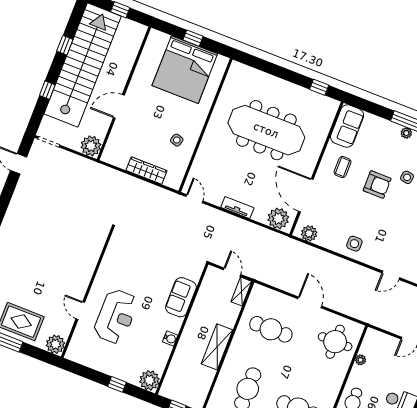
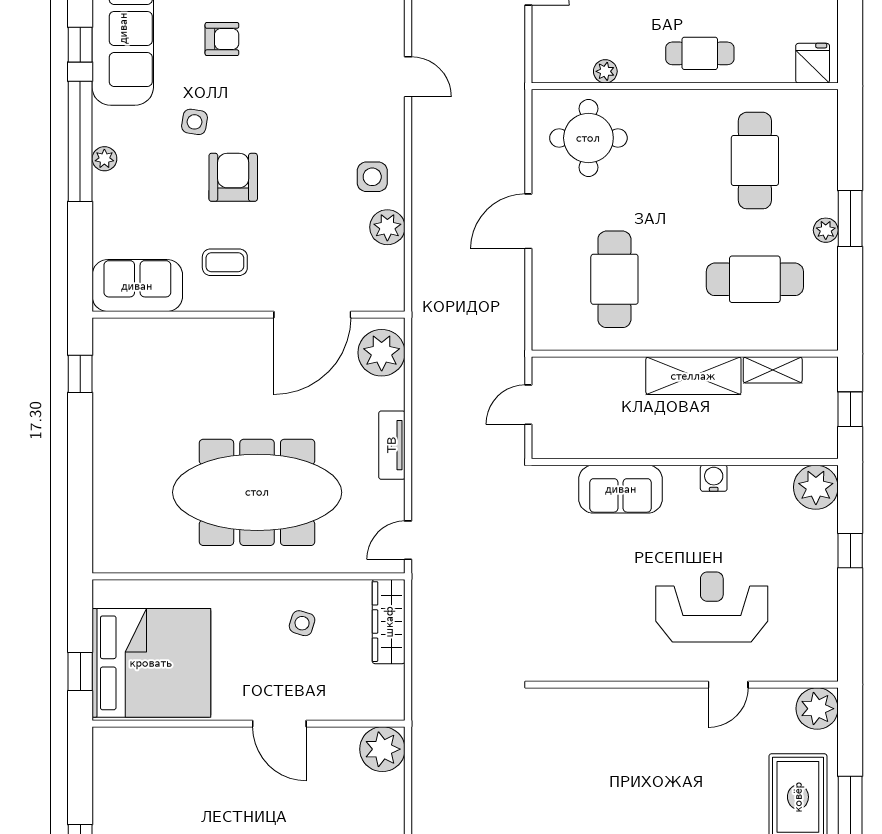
wall: (124, 93) -> (249, 724), moved
door: (119, 106) -> (279, 724), moved
meeting table: (266, 130) -> (257, 492), moved, turned 90
plant: (91, 146) -> (382, 749), moved
wardrobe: (146, 171) -> (389, 622), moved
plant: (309, 233) -> (387, 227), moved
shelving: (241, 292) -> (773, 370), moved

